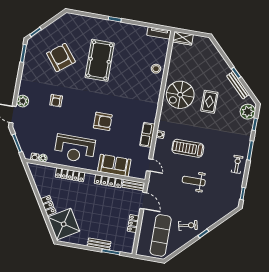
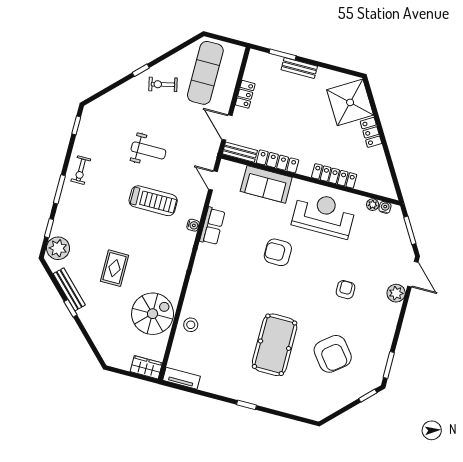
spiral stairs: (180, 95) -> (153, 314), moved

